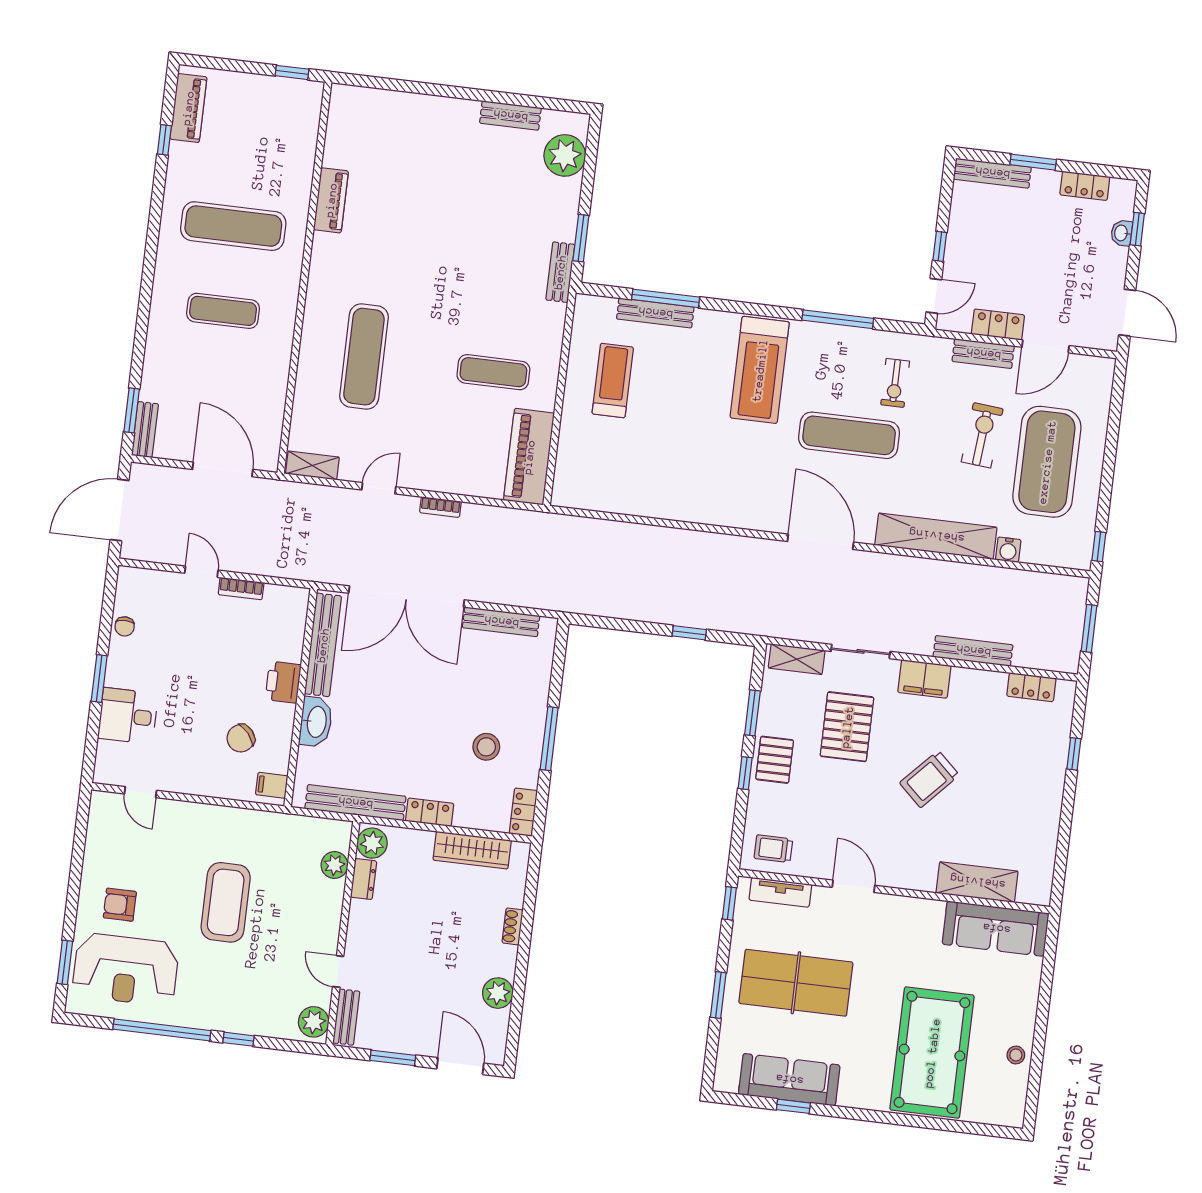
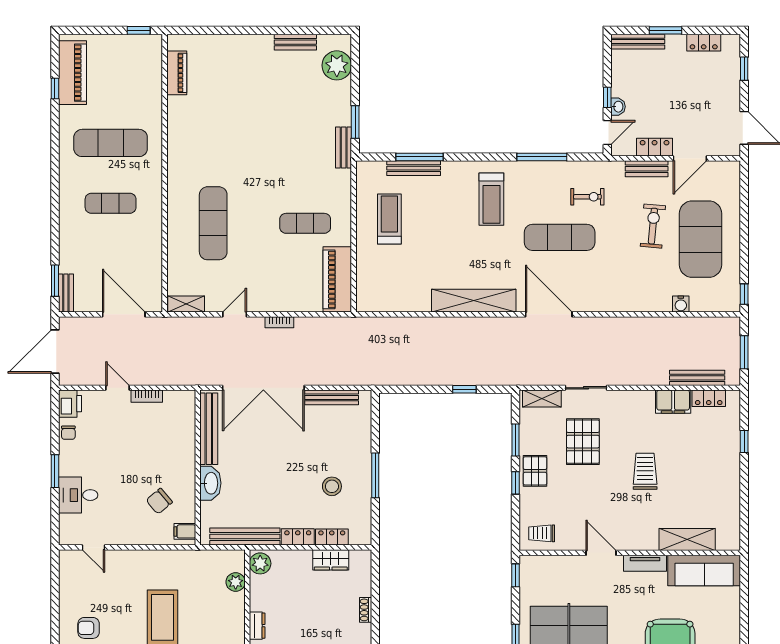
piano: (188, 108) -> (73, 73), width x1.37, depth x1.33
piano: (331, 200) -> (177, 73), moved
washbasin: (1122, 233) -> (618, 107), moved, turned 180
treadmill: (760, 370) -> (491, 199), width x0.73, depth x0.73
exercise bike: (895, 383) -> (587, 197), turned -90
shelving: (936, 536) -> (474, 301), moved
bench: (973, 651) -> (697, 378), moved
filing cabinet: (924, 679) -> (673, 402), moved
printer: (283, 682) -> (70, 404), moved, turned 180
trolley: (929, 779) -> (645, 471), turned 137
locker: (523, 812) -> (332, 537), moved, turned 90
wardrobe: (472, 850) -> (331, 560), width x0.67
dresser: (364, 879) -> (257, 626), moved
tv unit: (780, 892) -> (645, 563), moved

